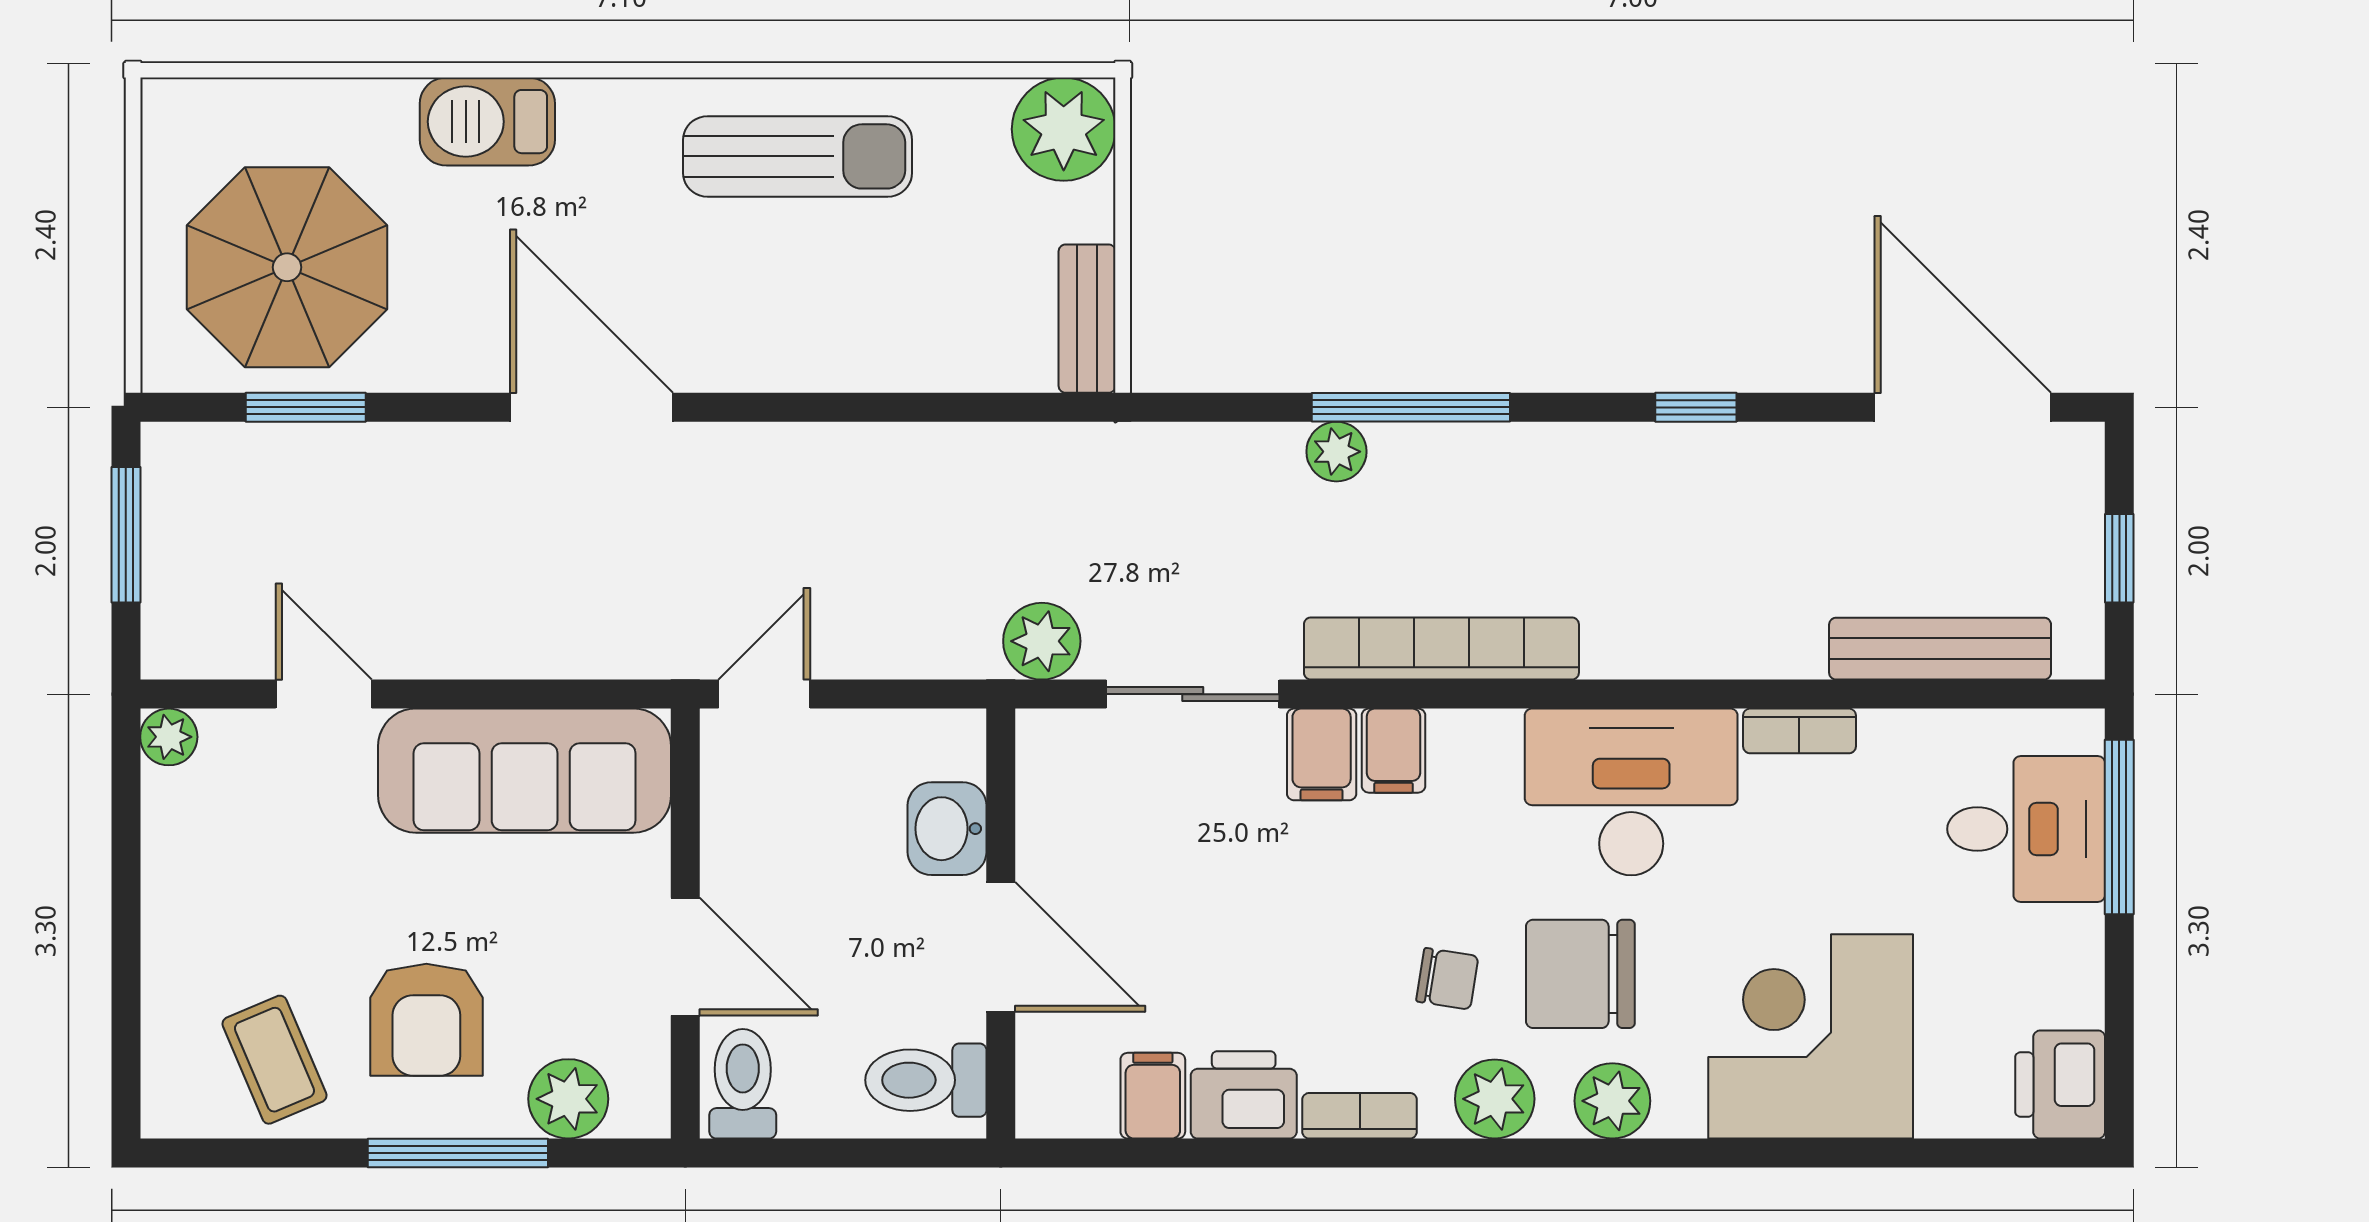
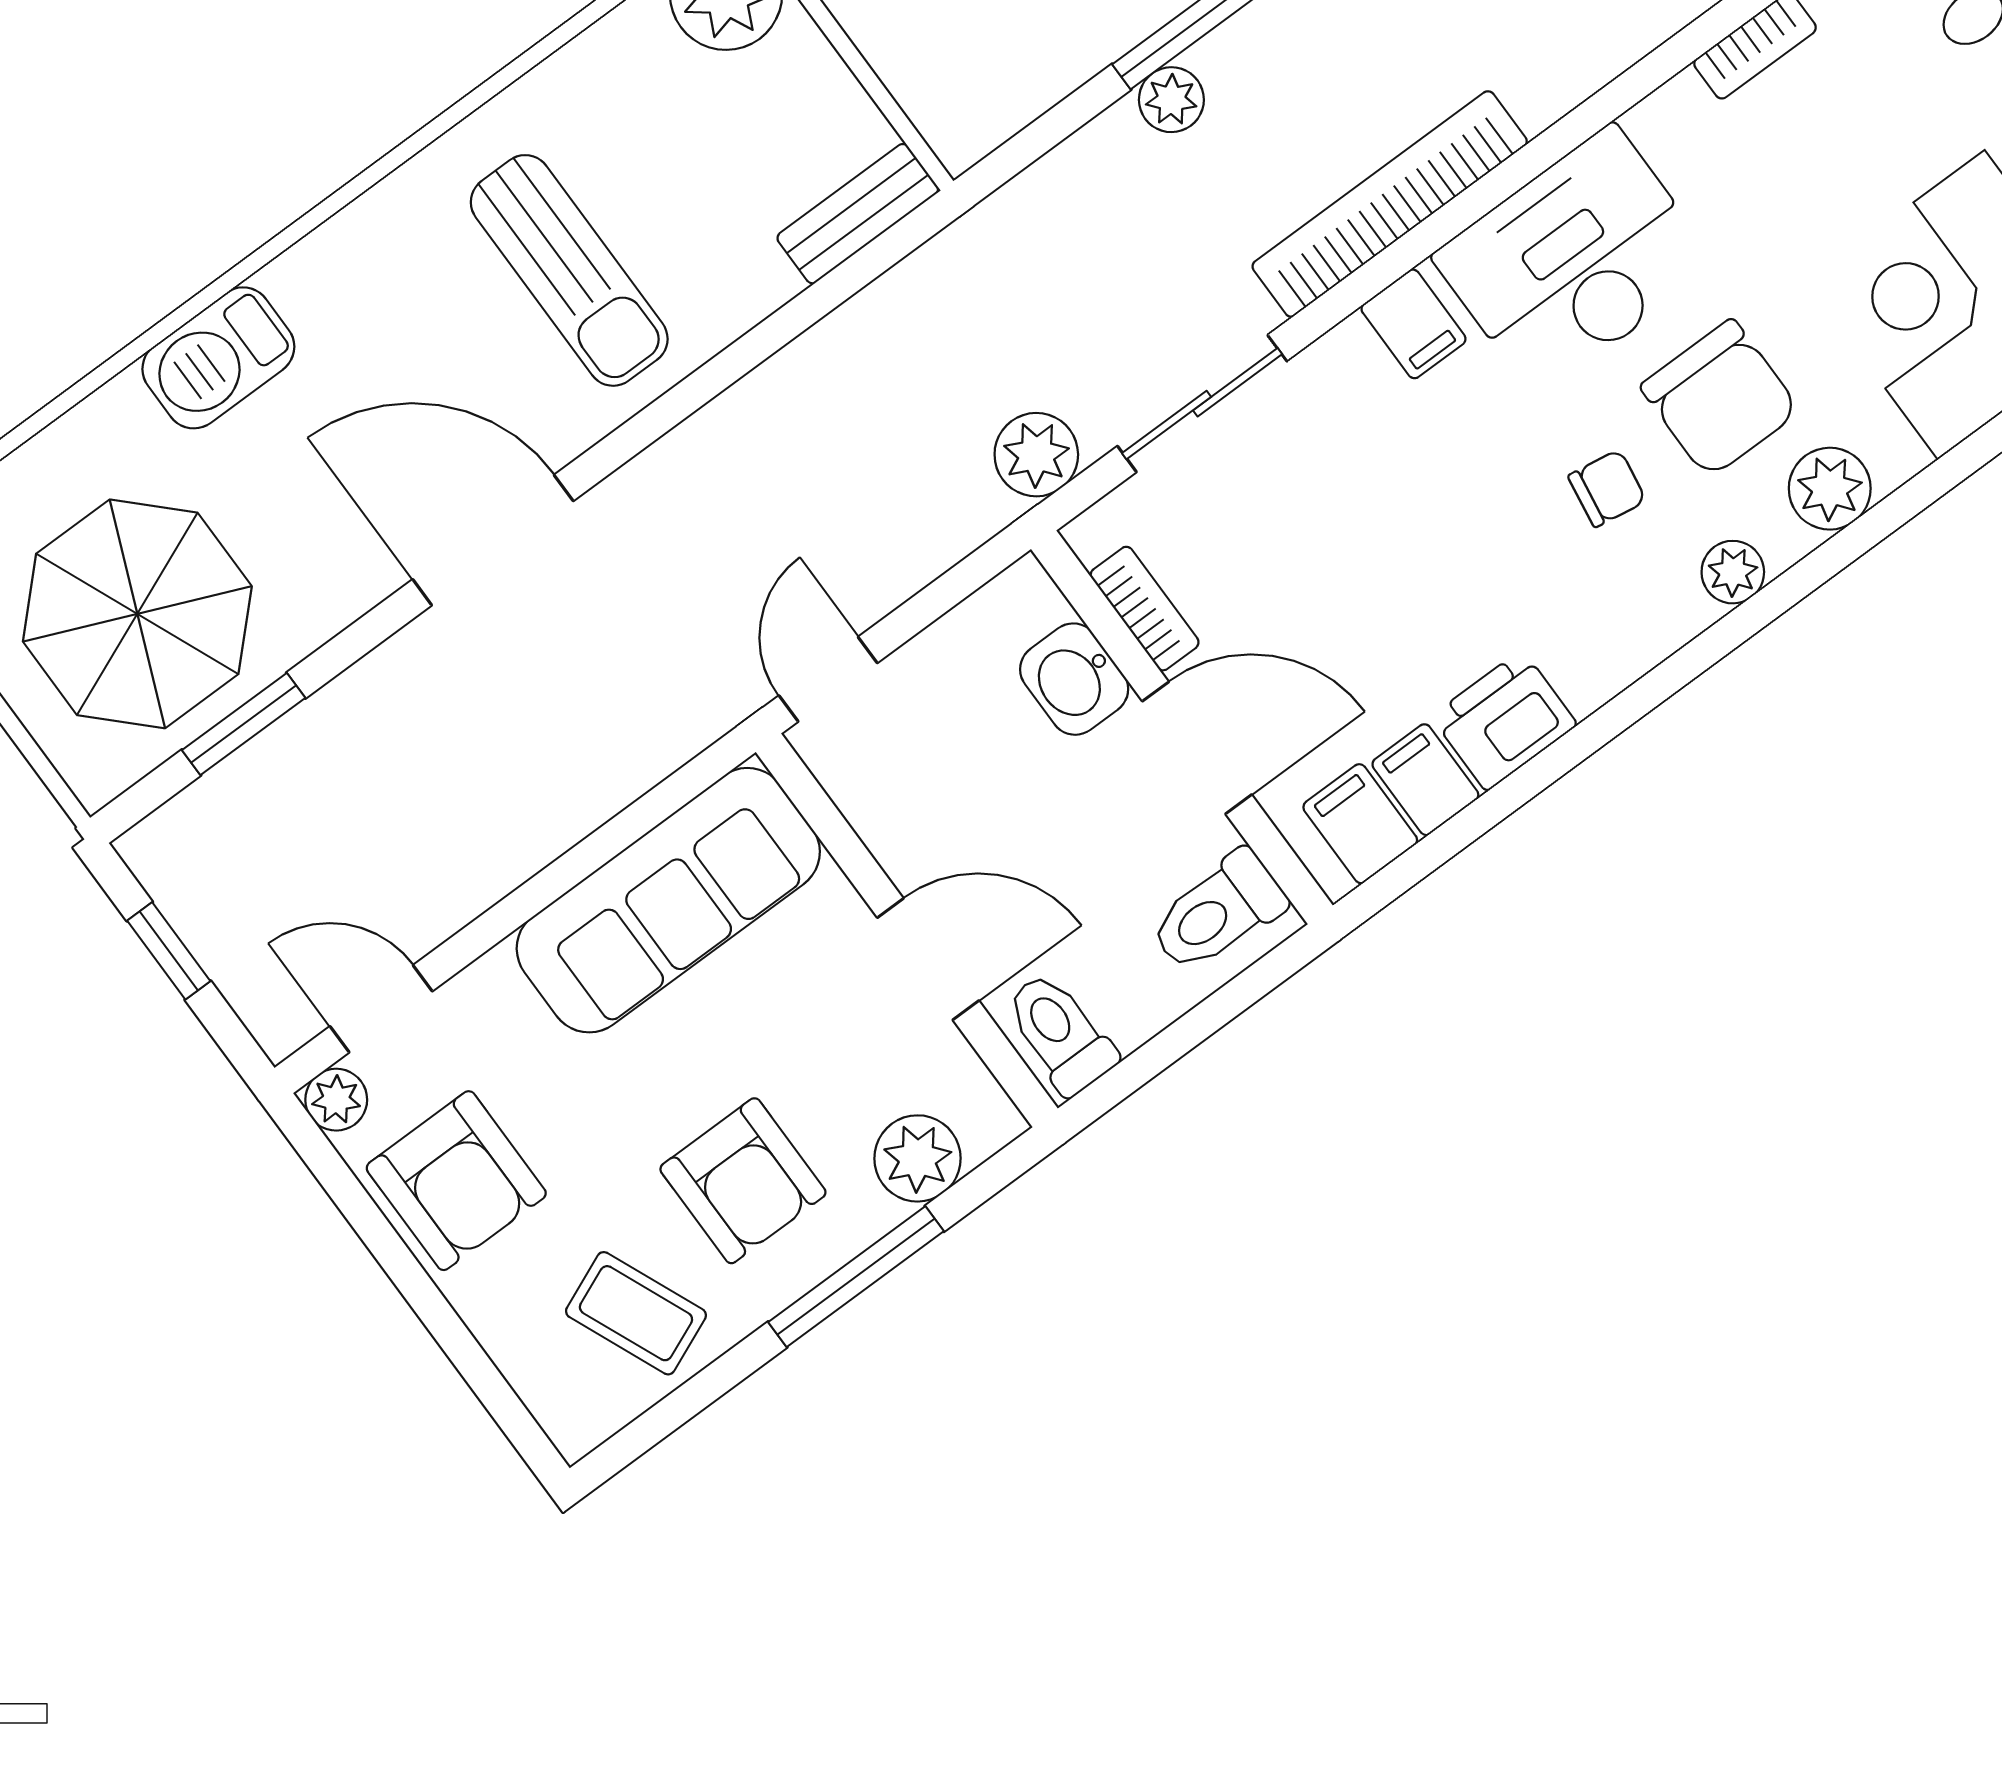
sun lounger: (798, 156) -> (569, 270), moved, turned 90
bench: (1087, 319) -> (858, 214), moved, turned 90
window: (126, 535) -> (169, 951), width x0.67
door: (324, 694) -> (381, 1009), moved
filing cabinet: (1322, 754) -> (1360, 824), moved, turned 180
desk: (1631, 792) -> (1575, 261), moved
armchair: (214, 863) -> (456, 1181), added
chair: (1580, 974) -> (1720, 398), turned -90
plant: (1495, 1099) -> (1733, 572), width x0.73, depth x0.73
bookcase: (1360, 1116) -> (1145, 609), moved, turned 90

